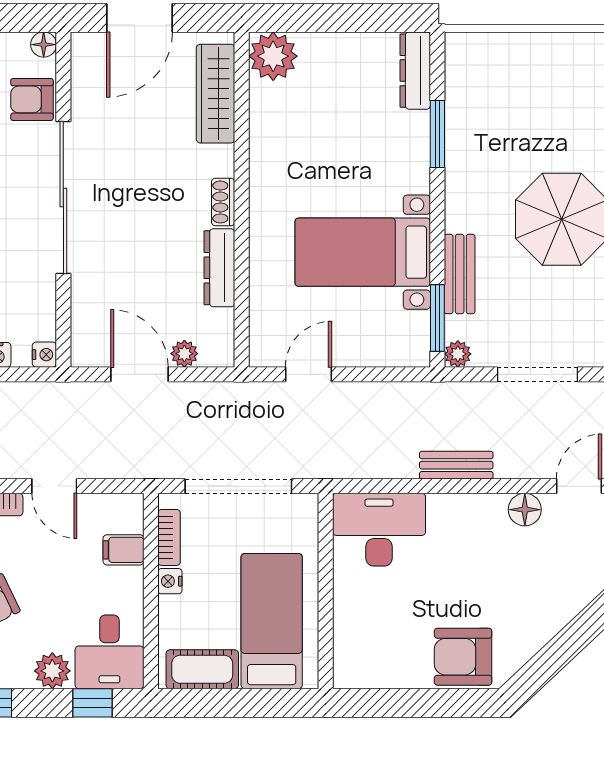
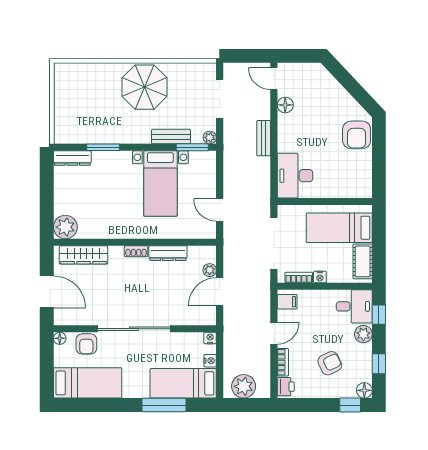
filing cabinet: (123, 550) -> (287, 302), moved, turned -90

